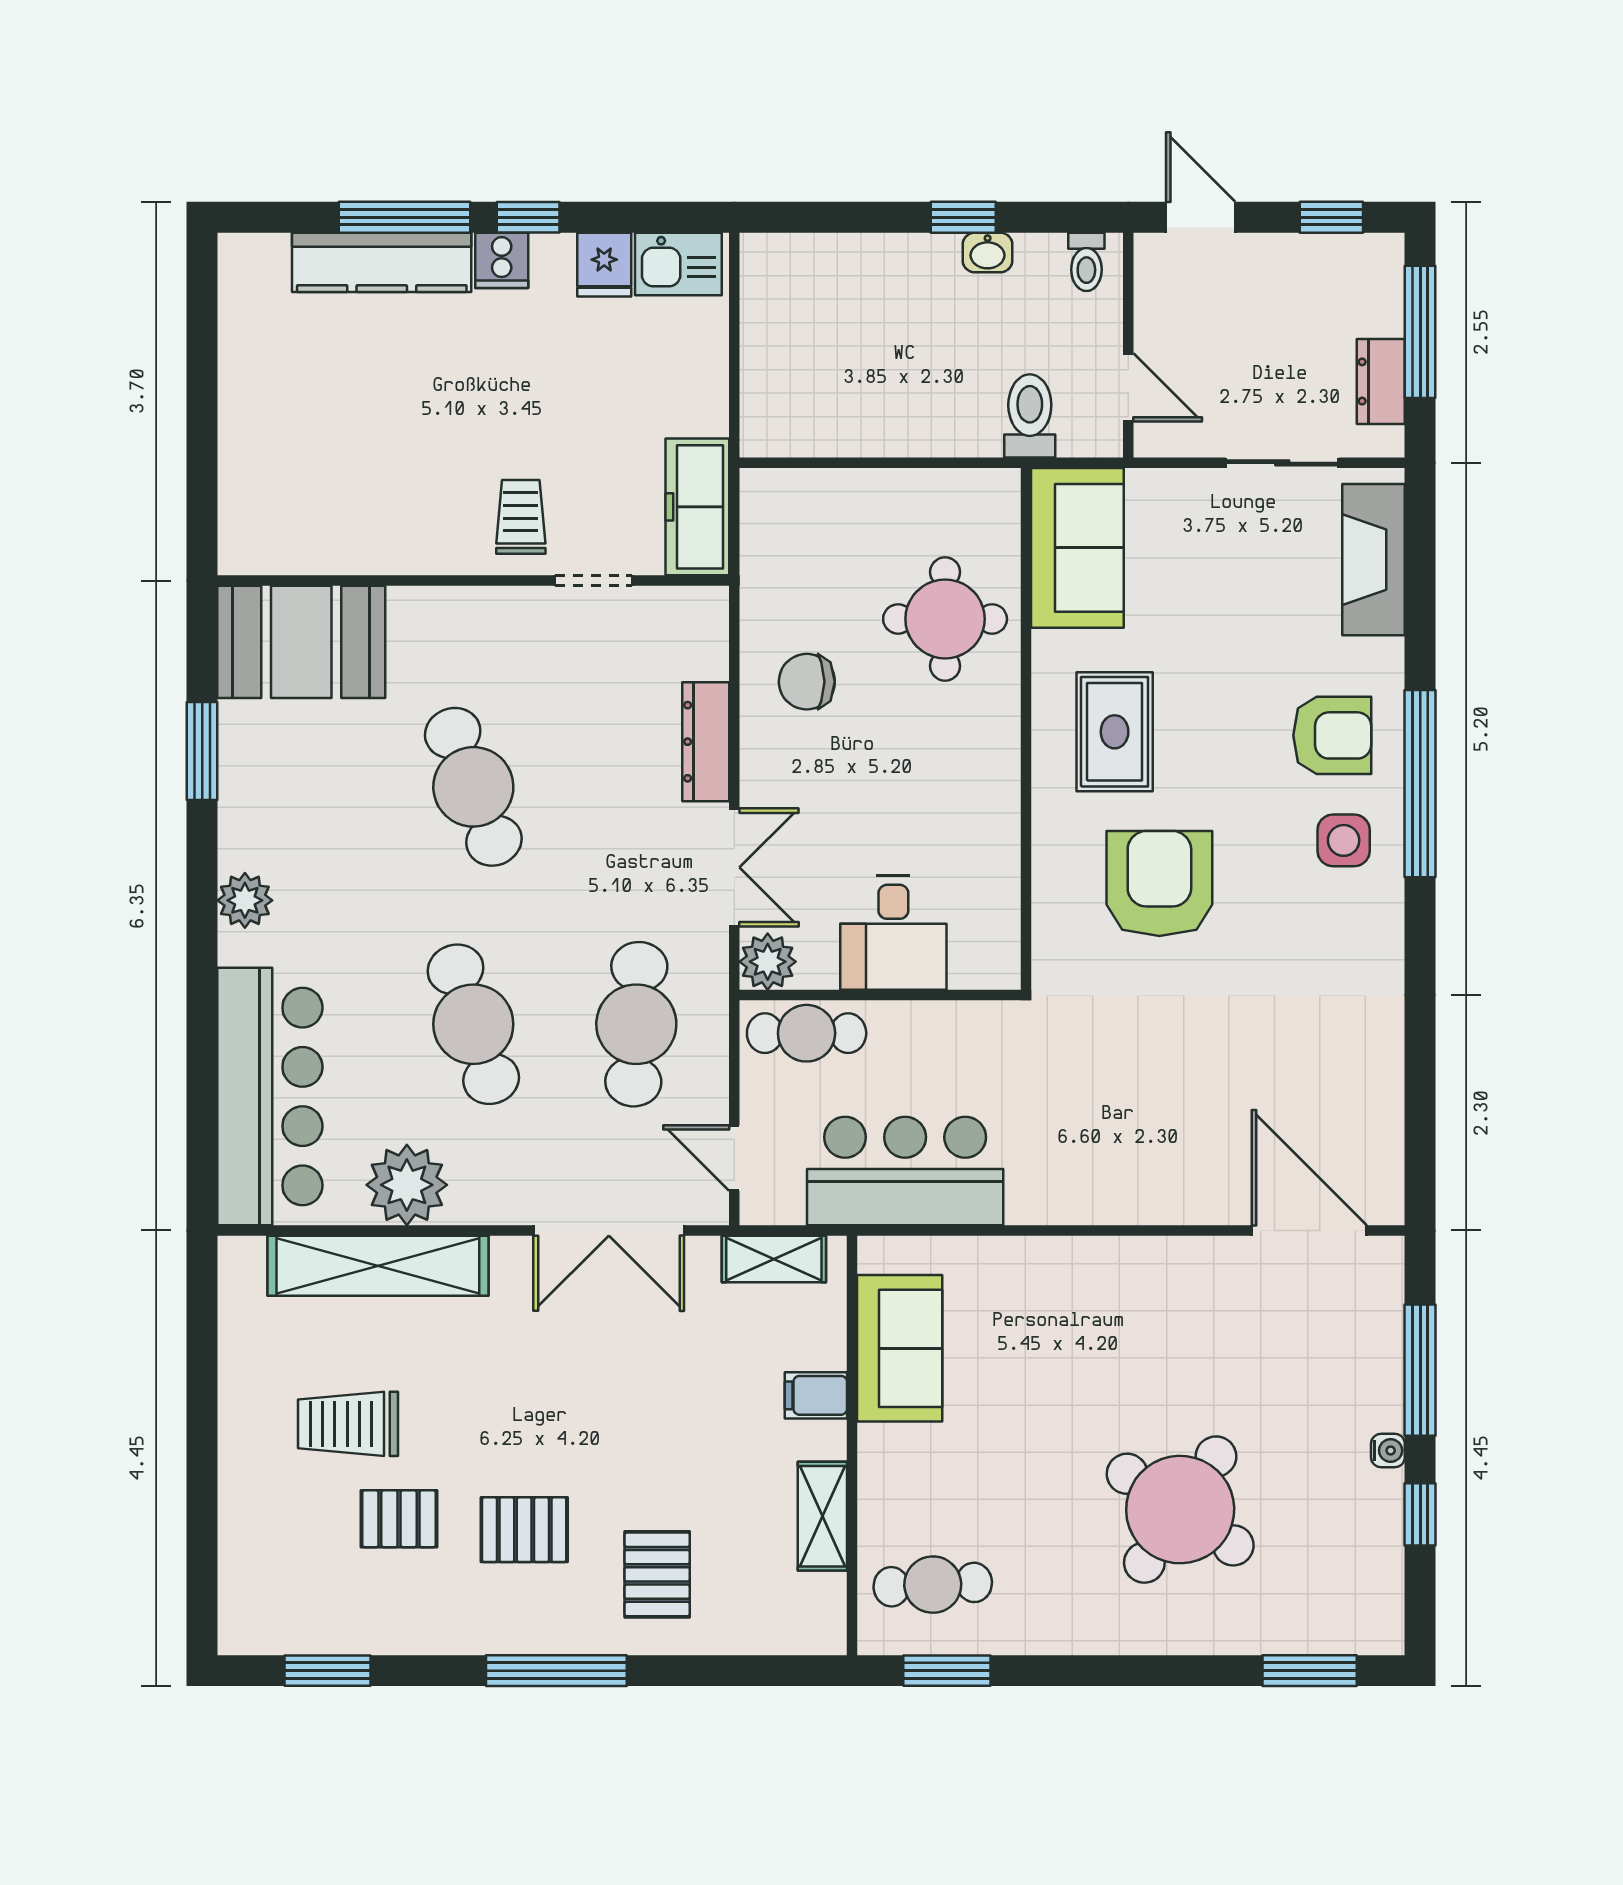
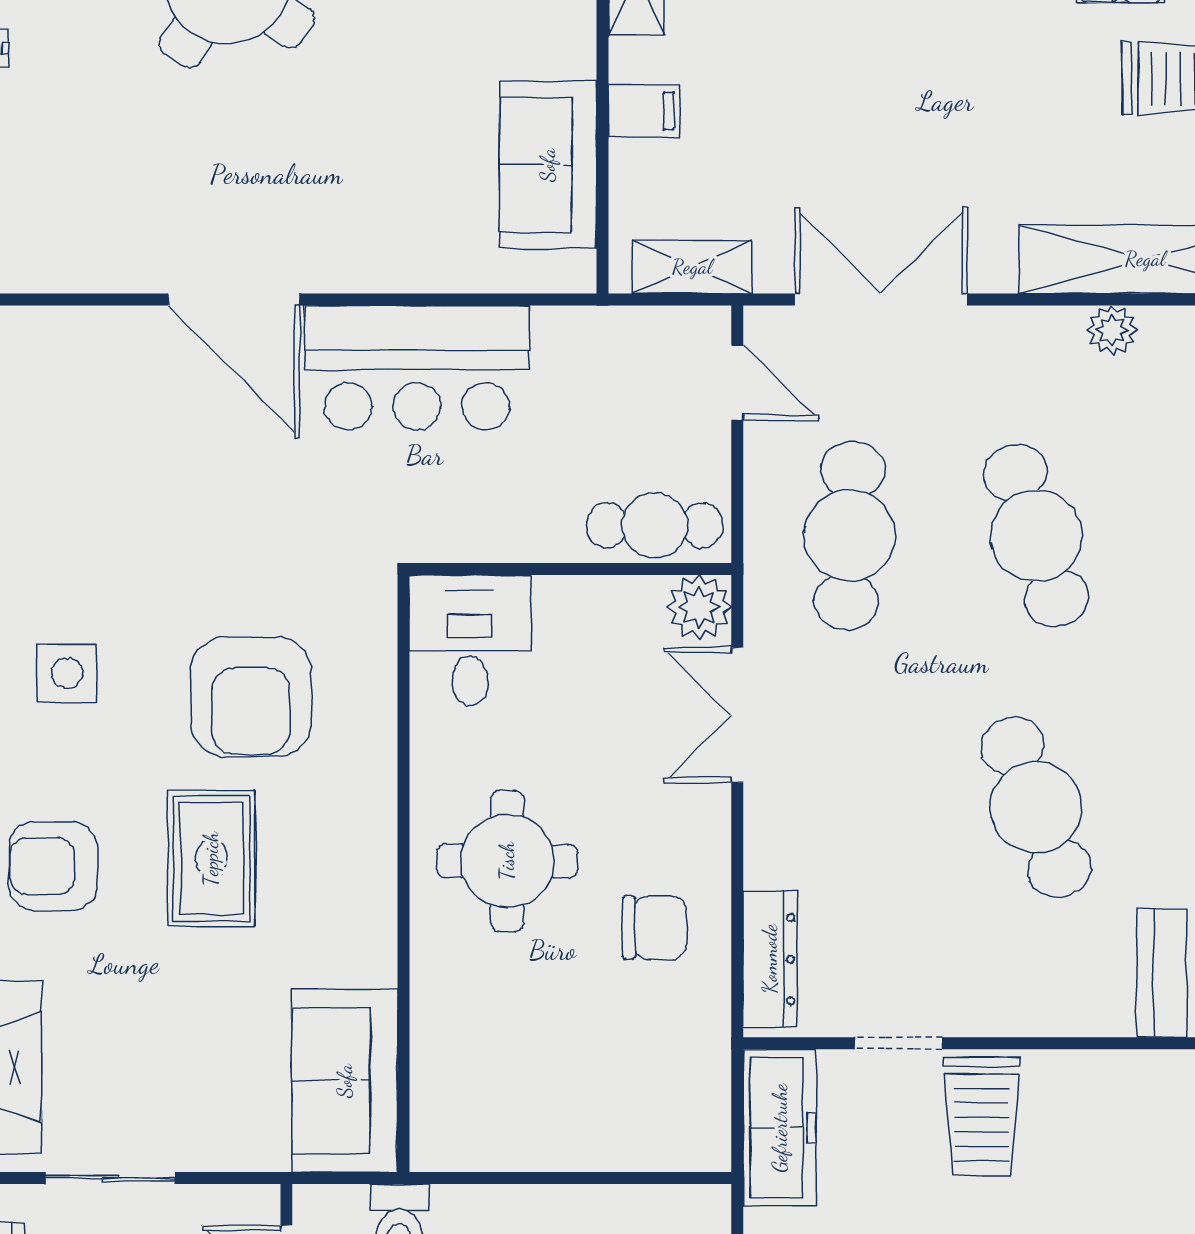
trolley: (521, 517) -> (982, 1116), width x1.36, depth x1.39
round table: (945, 619) -> (507, 861), moved
rug: (1115, 732) -> (211, 859), moved
dresser: (706, 742) -> (770, 959), moved
side table: (1344, 840) -> (67, 673), moved
desk: (893, 933) -> (470, 640), moved
bar counter: (905, 1171) -> (417, 368), moved
plant: (407, 1185) -> (1112, 330), width x0.53, depth x0.53
door: (1309, 1230) -> (234, 300), moved

